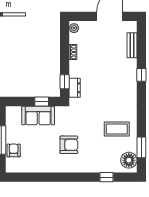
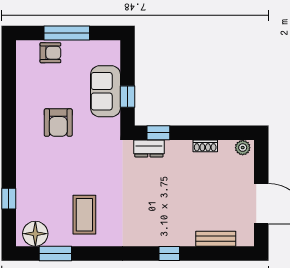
armchair: (69, 145) -> (58, 123), moved

